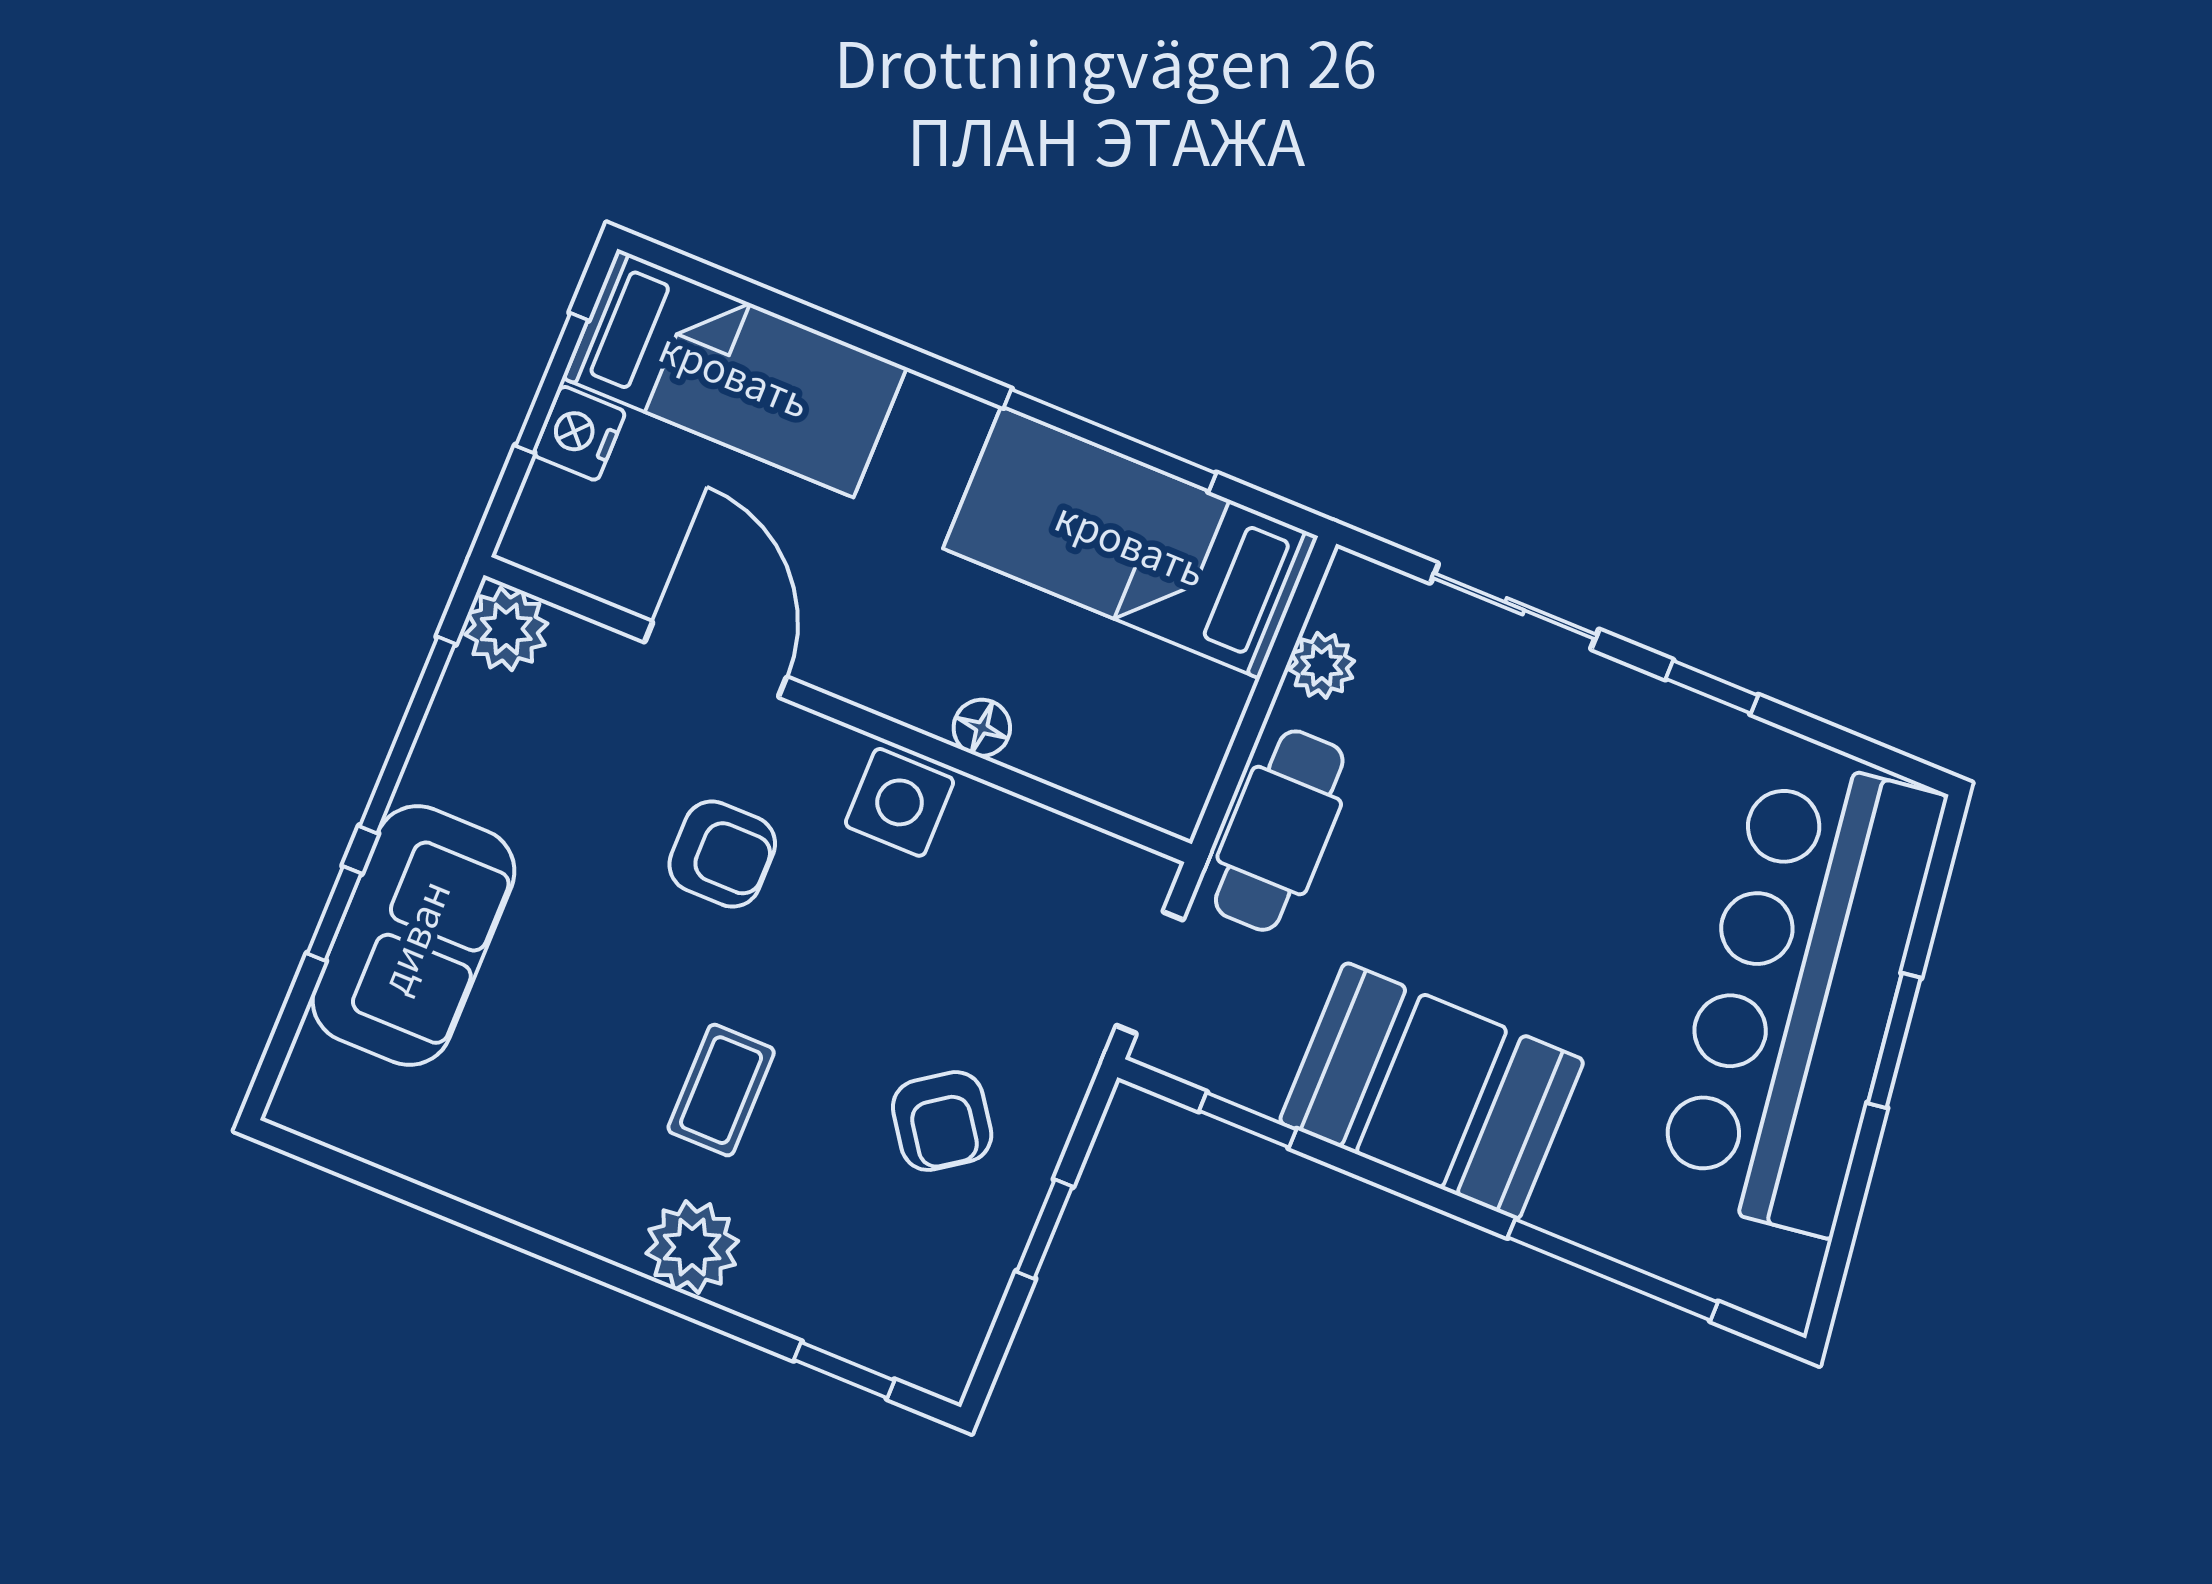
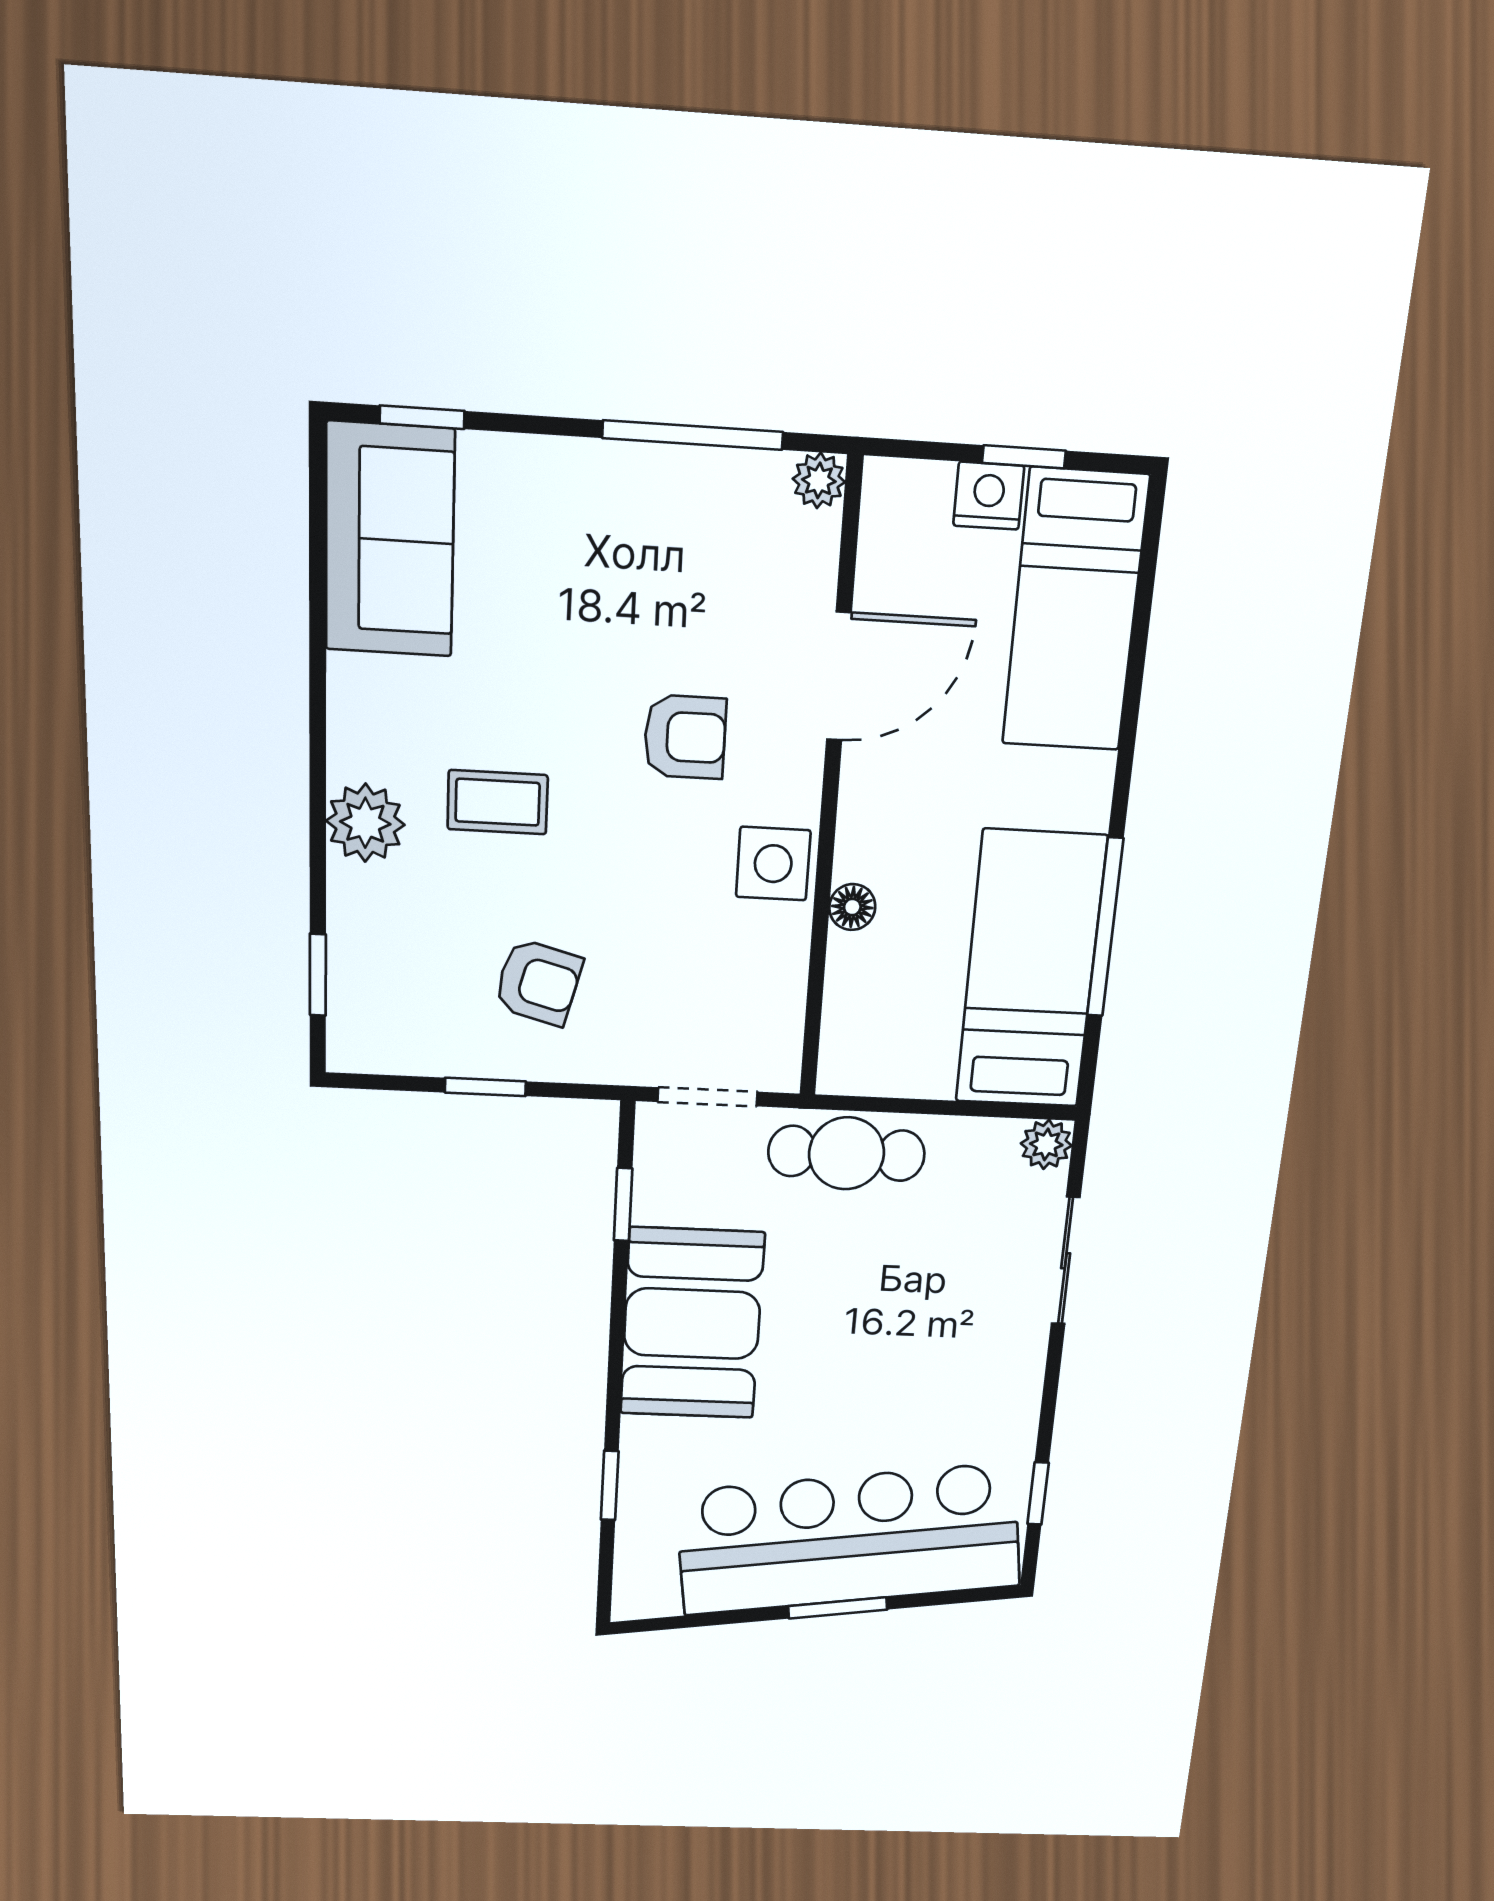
window: (552, 383) -> (1024, 457), width x0.67
plant: (506, 629) -> (819, 480), width x0.73, depth x0.73
plant: (1322, 665) -> (1046, 1144), moved
window: (1712, 687) -> (1038, 1493), moved
armchair: (722, 854) -> (685, 737), turned -90
window: (334, 913) -> (422, 417), moved
sofa: (413, 936) -> (390, 540), moved, turned -90
armchair: (942, 1121) -> (538, 982), turned -130
window: (1613, 1270) -> (610, 1485), width x0.46

